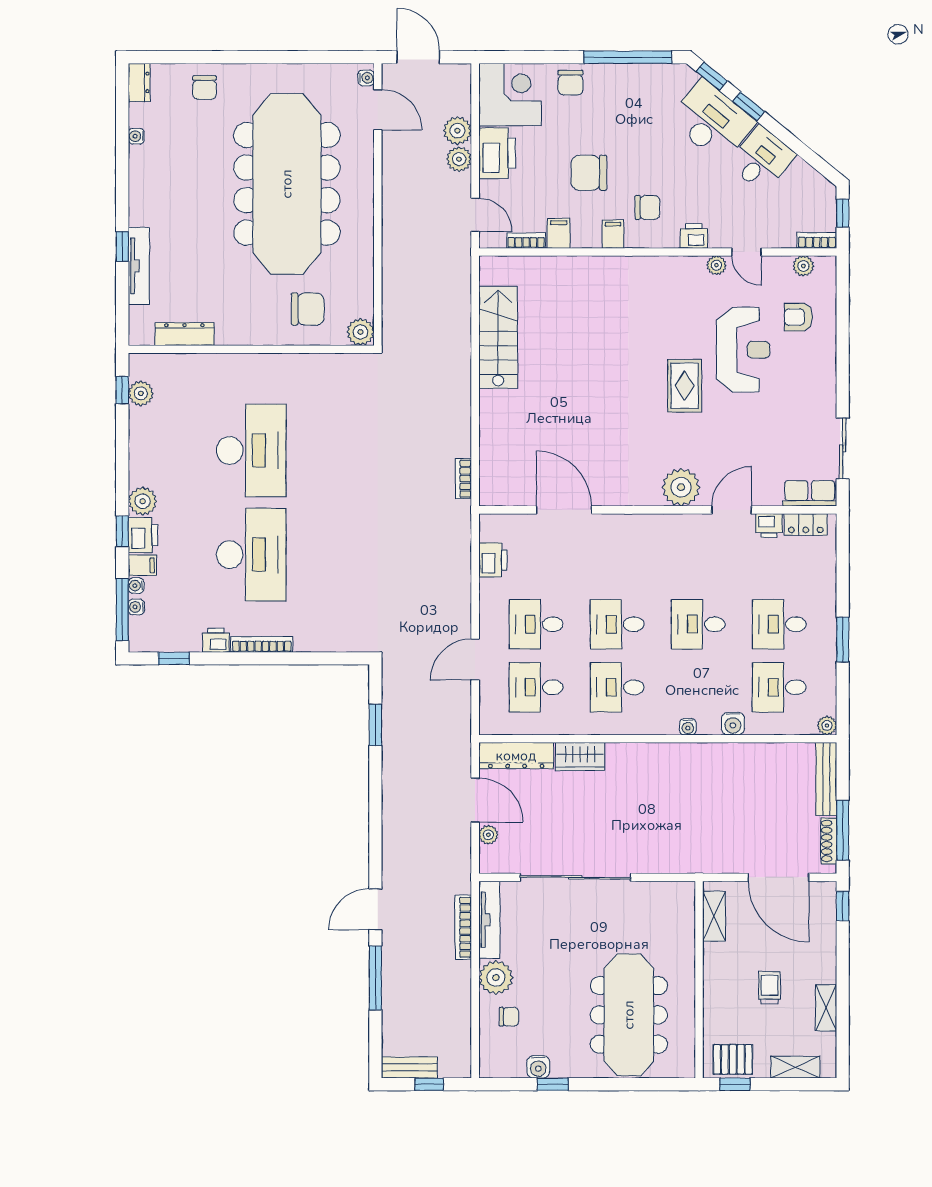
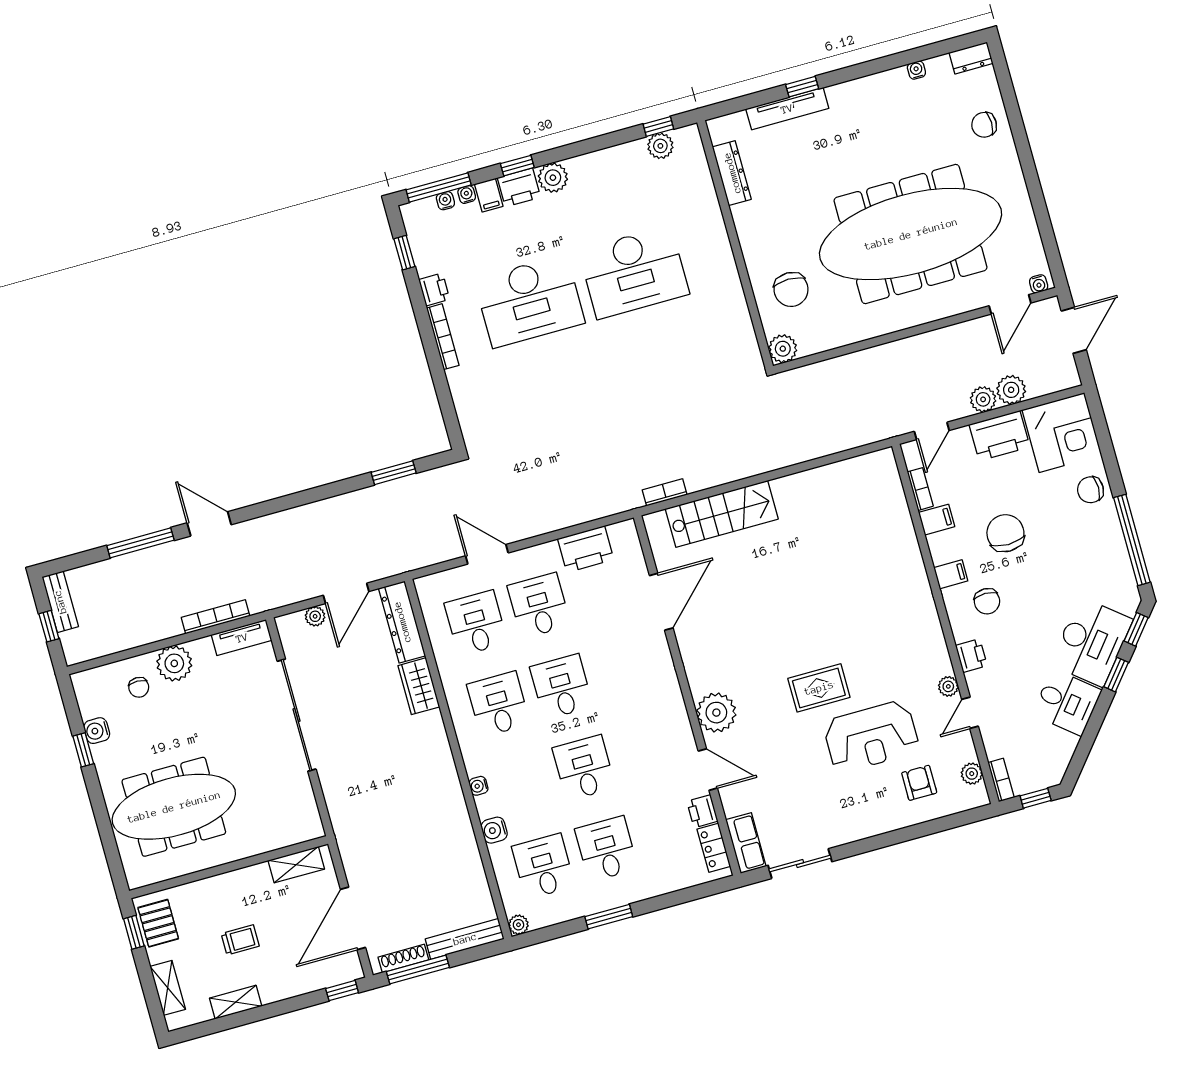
stairs: (498, 337) -> (722, 514), moved
printer: (493, 560) -> (586, 549), width x1.37, depth x1.19
tv unit: (489, 920) -> (242, 638), width x0.71

